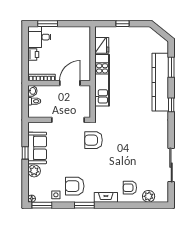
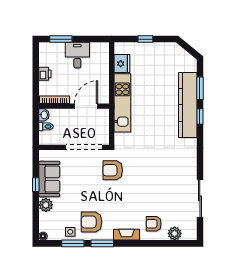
desk: (39, 37) -> (77, 55), moved, turned 90
window: (171, 105) -> (200, 116), moved
window: (42, 205) -> (73, 243), moved

